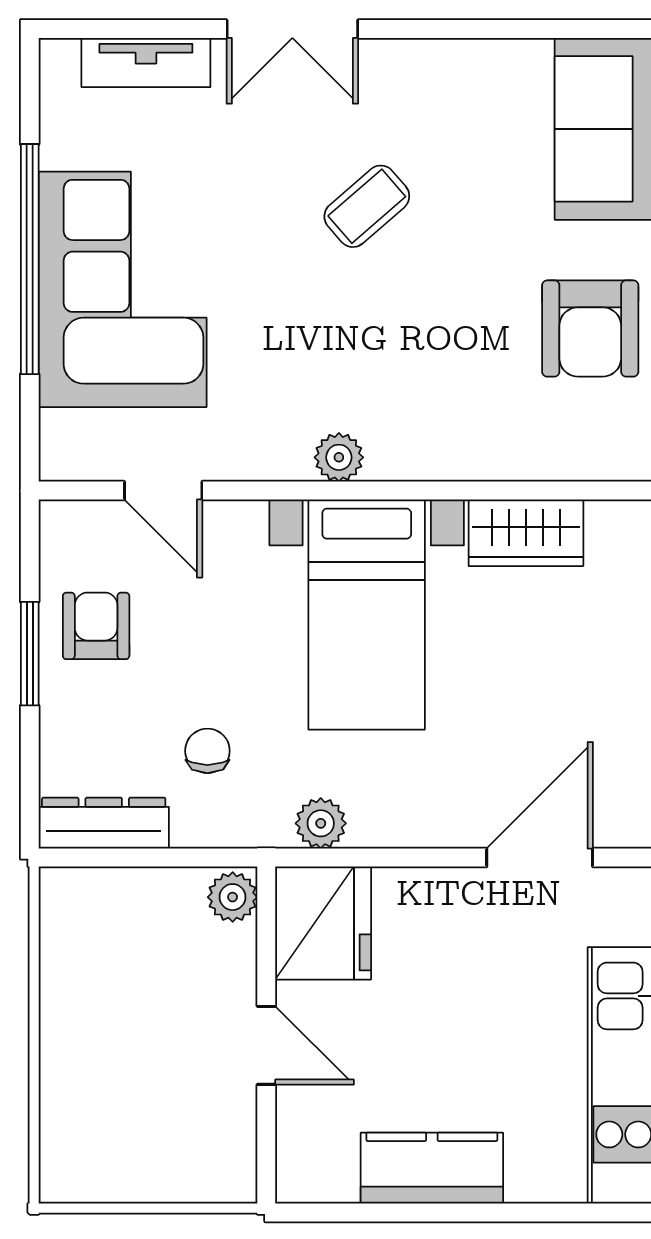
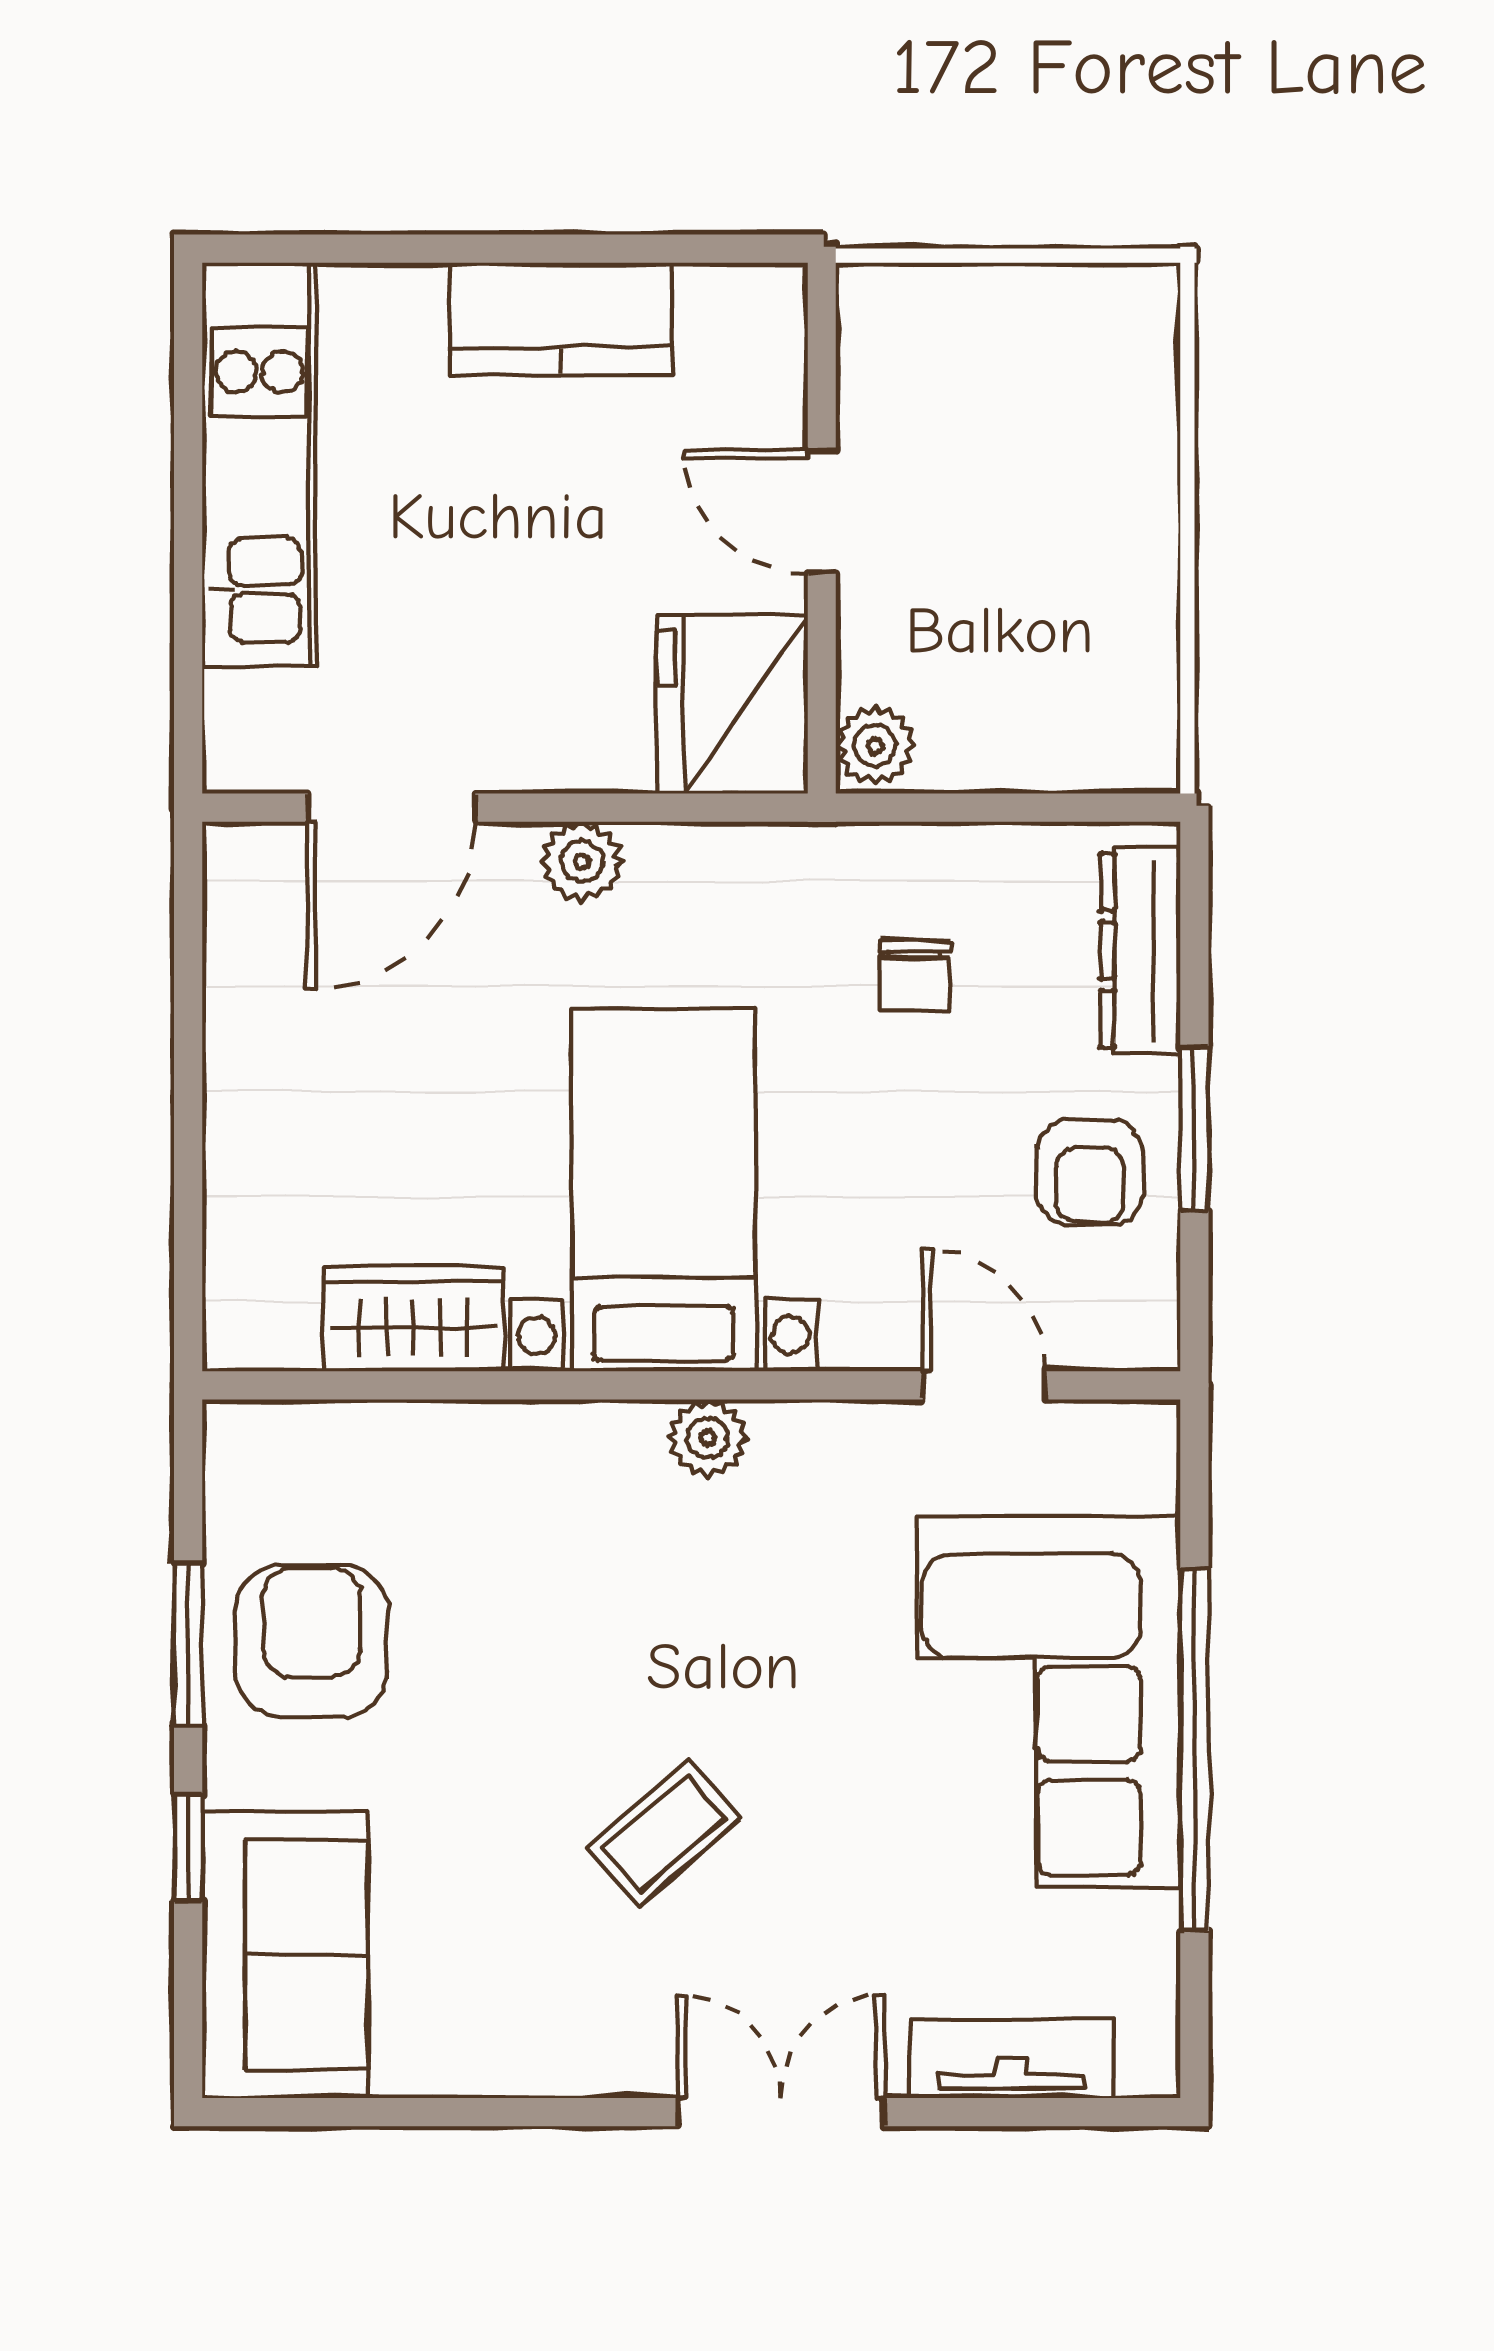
dresser: (104, 823) -> (1140, 951), moved, turned 90
plant: (321, 823) -> (582, 862), moved

